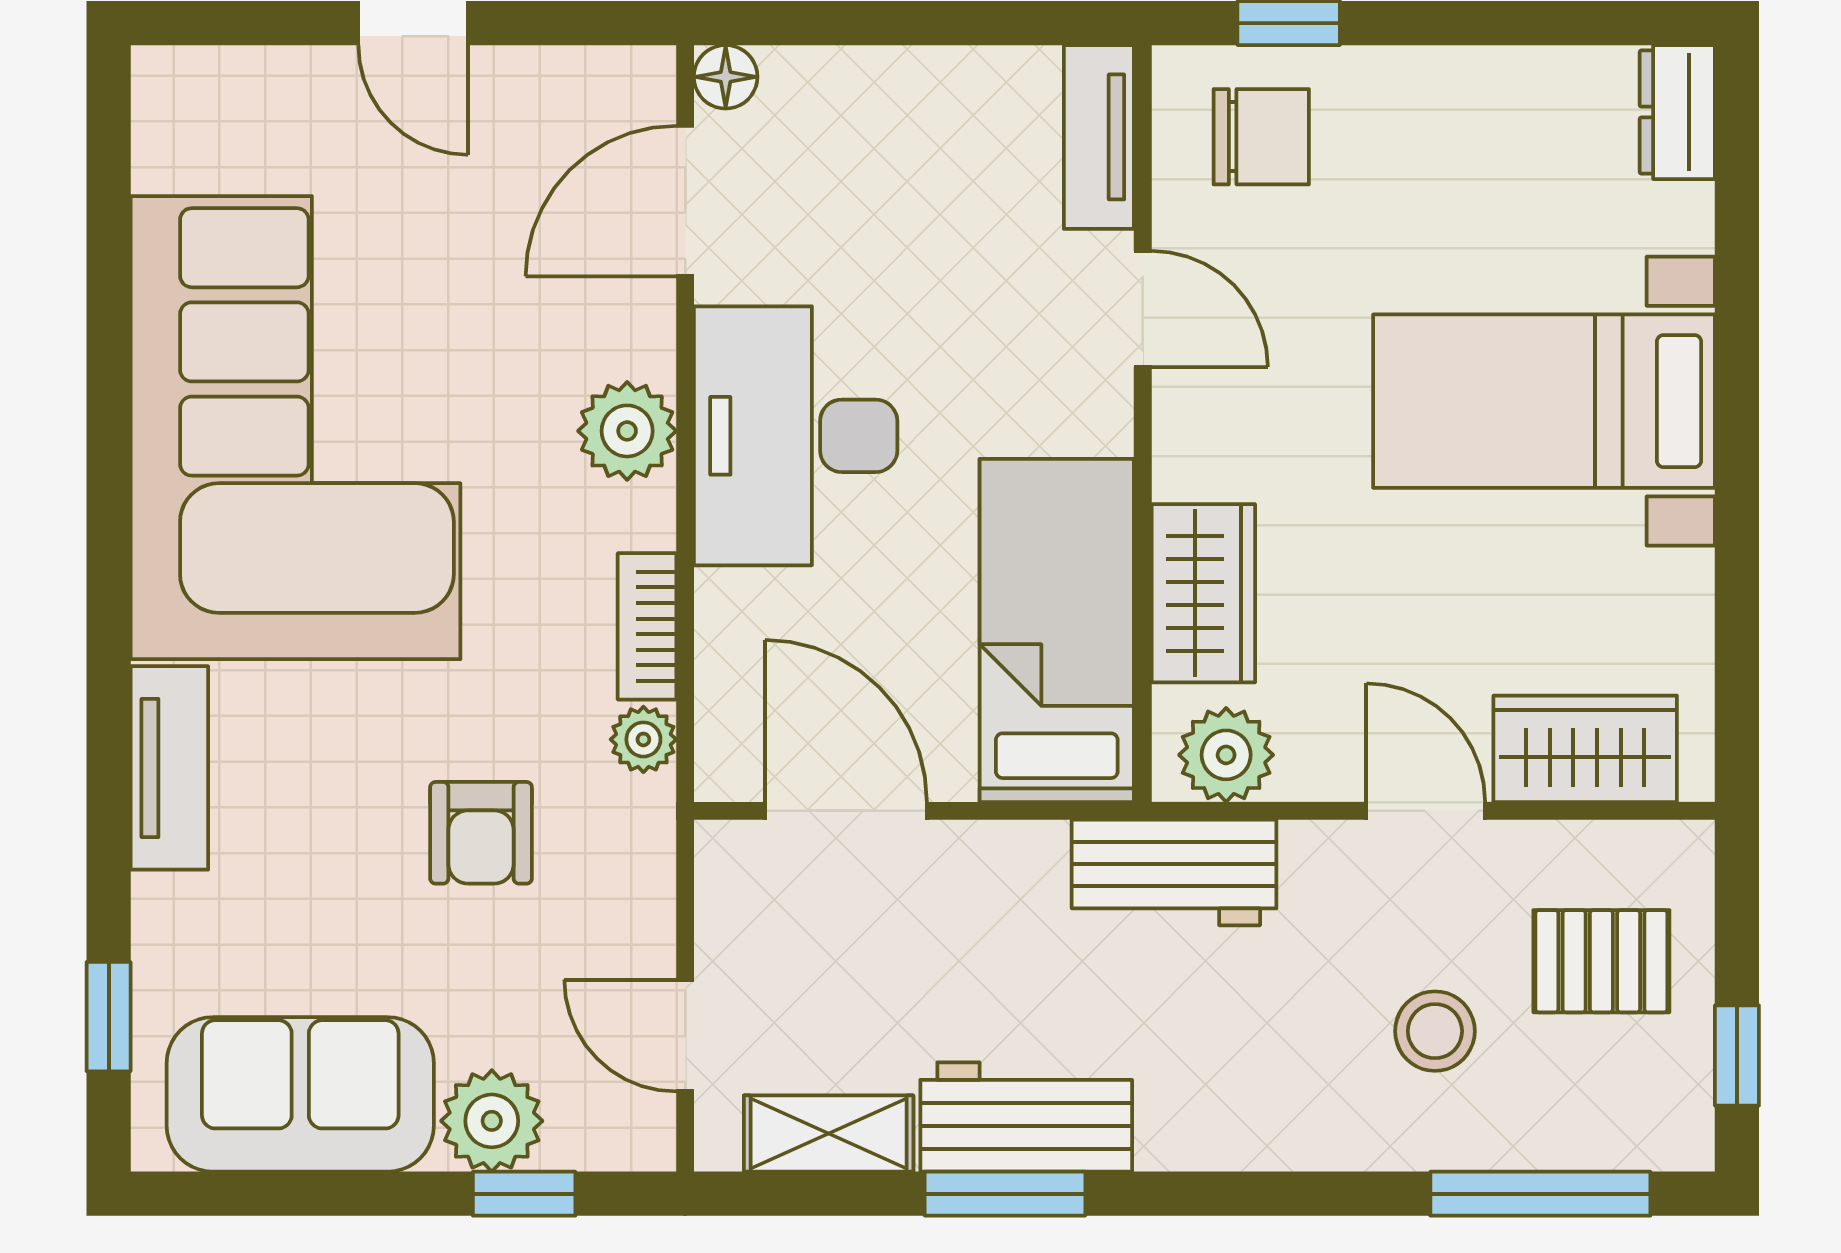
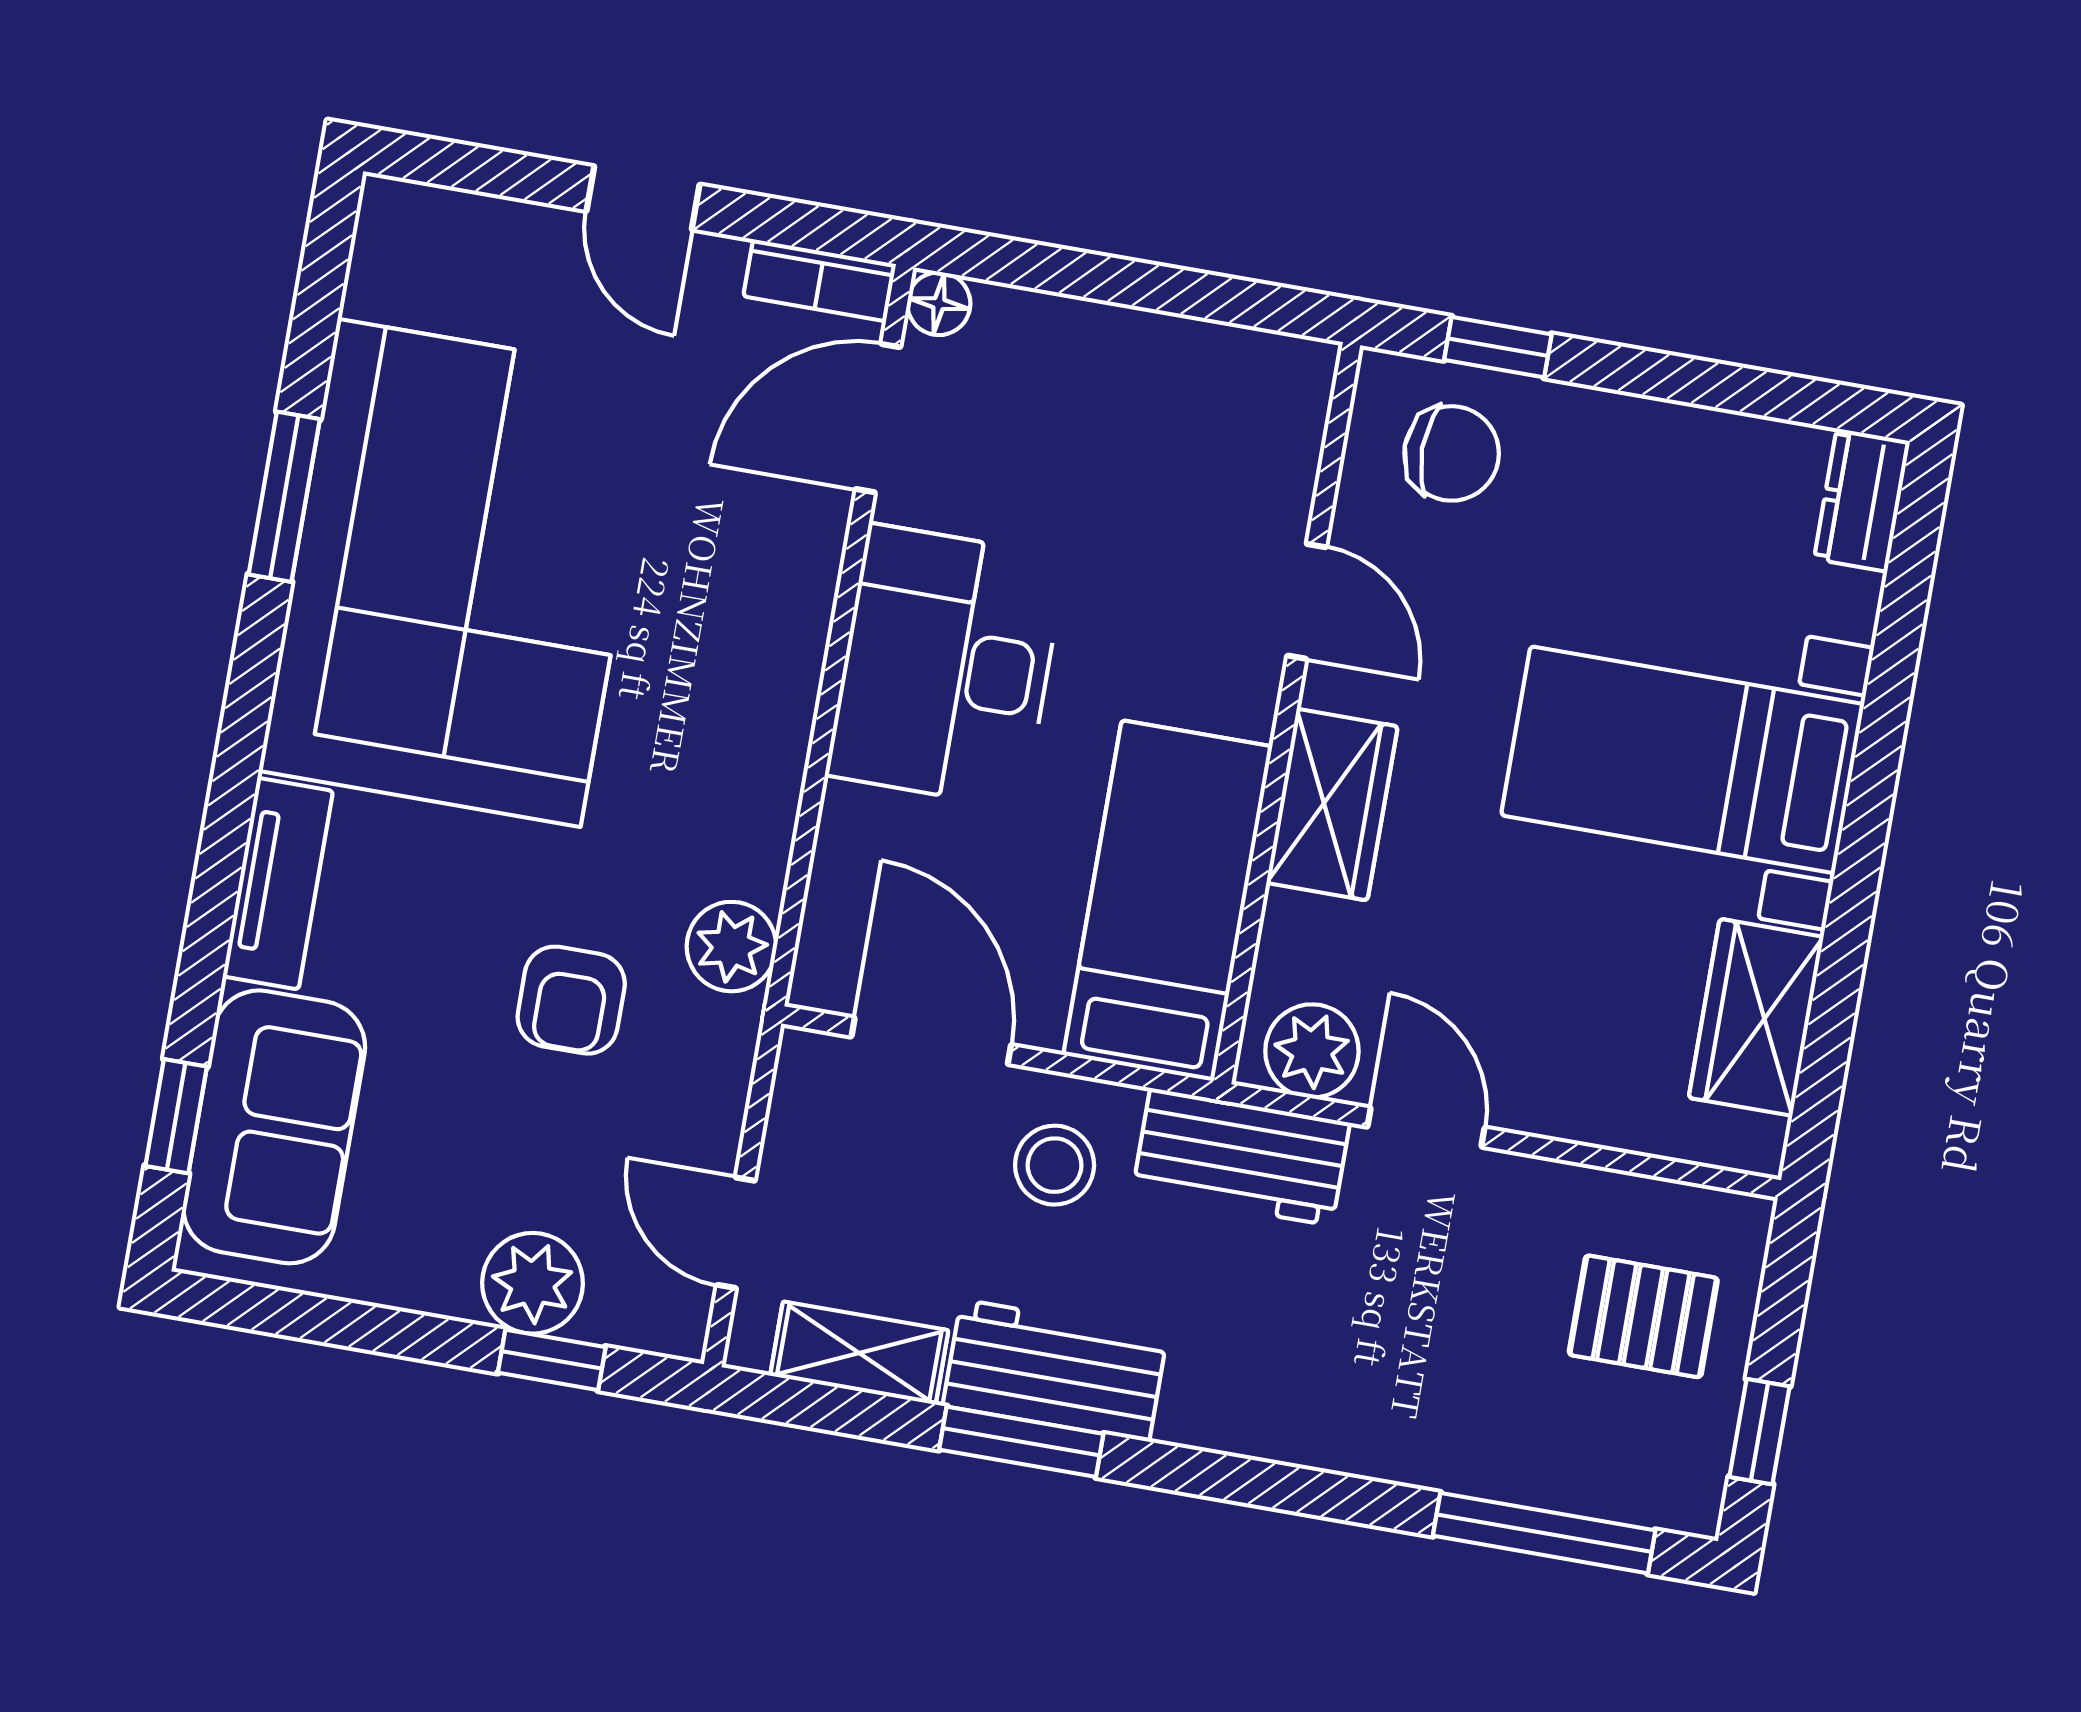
tv unit: (1099, 137) -> (1293, 426), removed
window: (109, 382) -> (284, 497), added
plant: (627, 431) -> (782, 633), removed
wardrobe: (1203, 593) -> (1332, 805), moved
bookcase: (647, 626) -> (820, 280), moved, turned -90
plant: (643, 739) -> (731, 947), width x1.38, depth x1.38
wardrobe: (1585, 749) -> (1756, 1017), moved, turned -90
door: (1426, 811) -> (1426, 1127), moved
stool: (1435, 1031) -> (1055, 1165), moved
sofa: (300, 1094) -> (274, 1127), moved, turned 90

